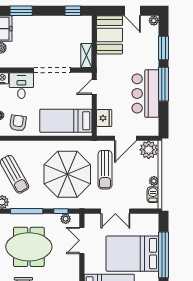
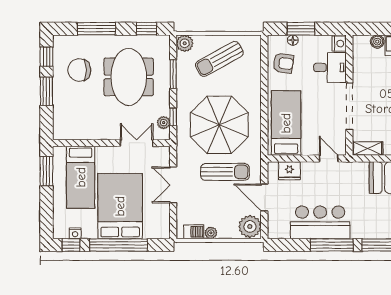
sun lounger: (105, 170) -> (225, 172), turned 180
window: (27, 211) -> (173, 74), width x0.69

